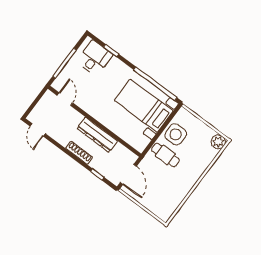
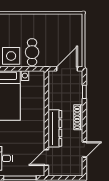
door: (38, 130) -> (84, 149), moved
dresser: (97, 135) -> (55, 128), moved

